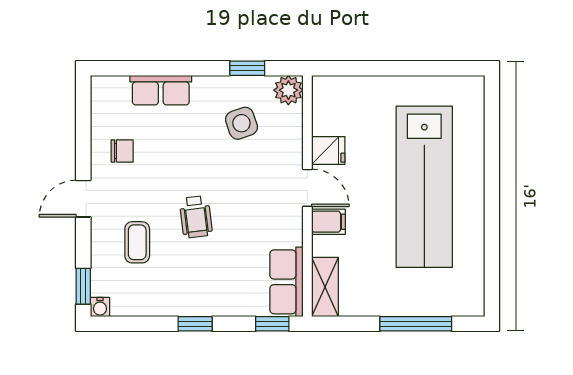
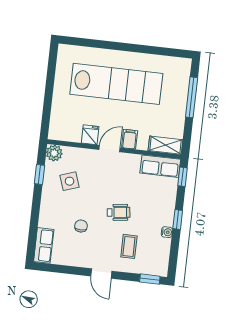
row of seats: (161, 90) -> (44, 245), moved
chair: (122, 151) -> (81, 226), moved
coffee table: (137, 242) -> (129, 246), turned 90
water cooler: (100, 307) -> (167, 232), moved

